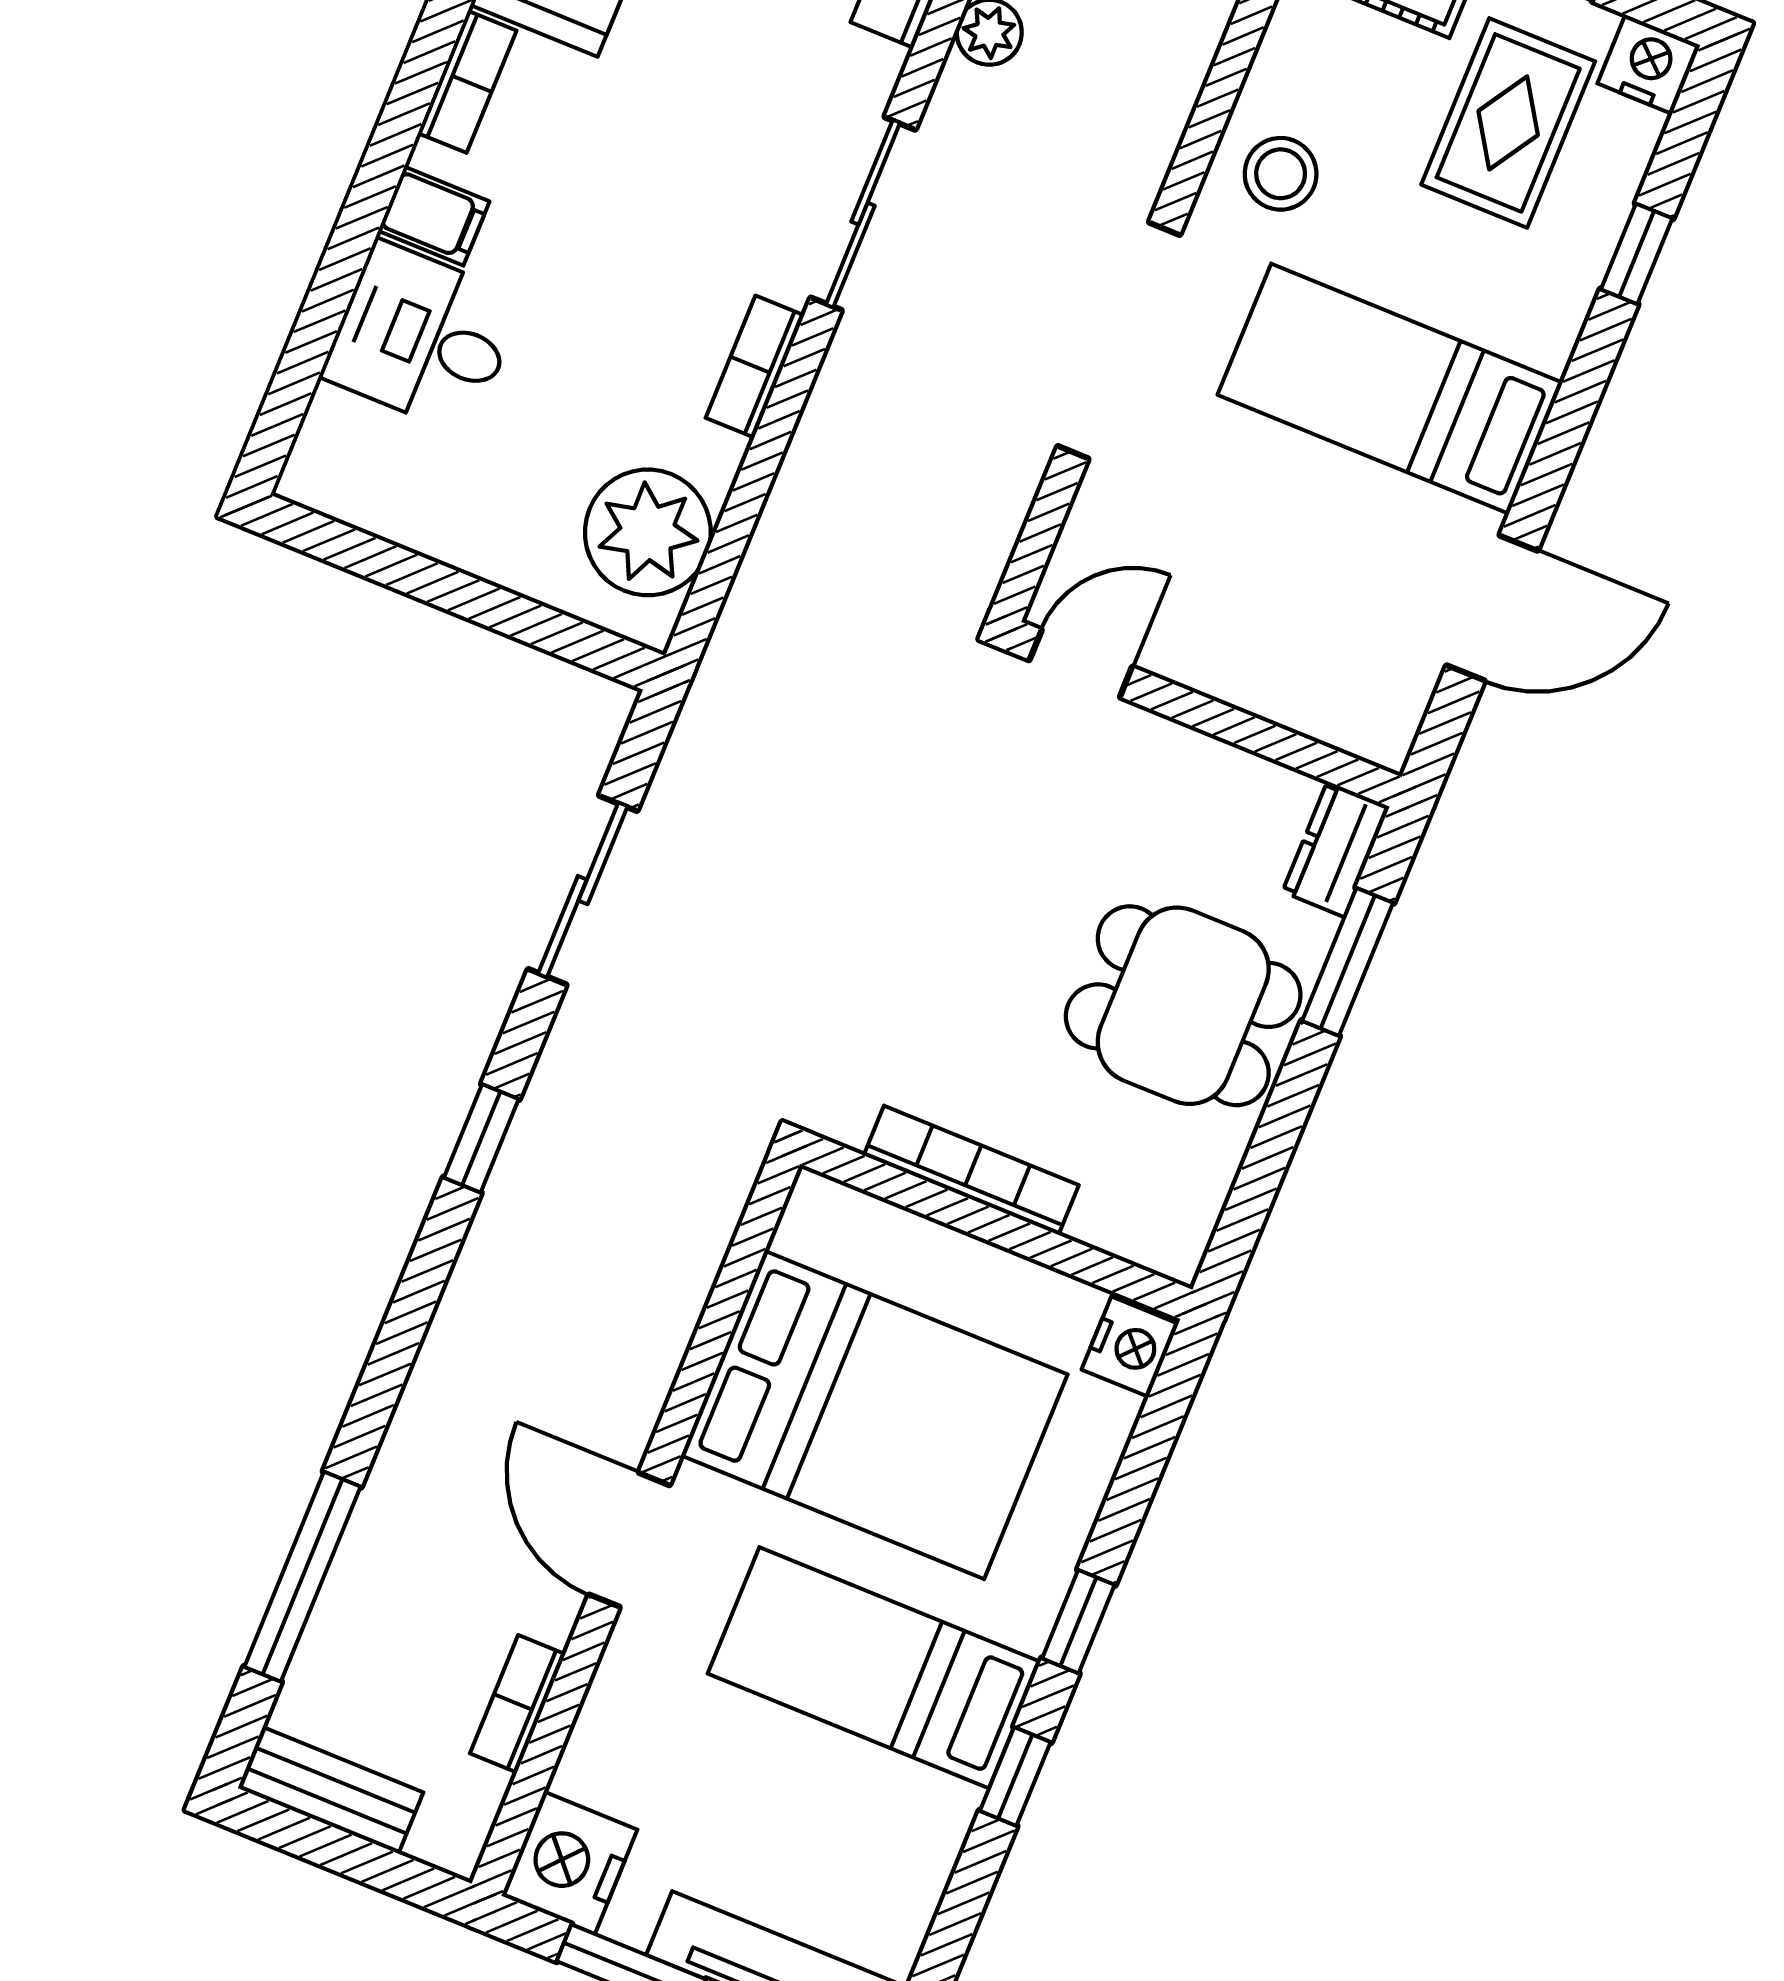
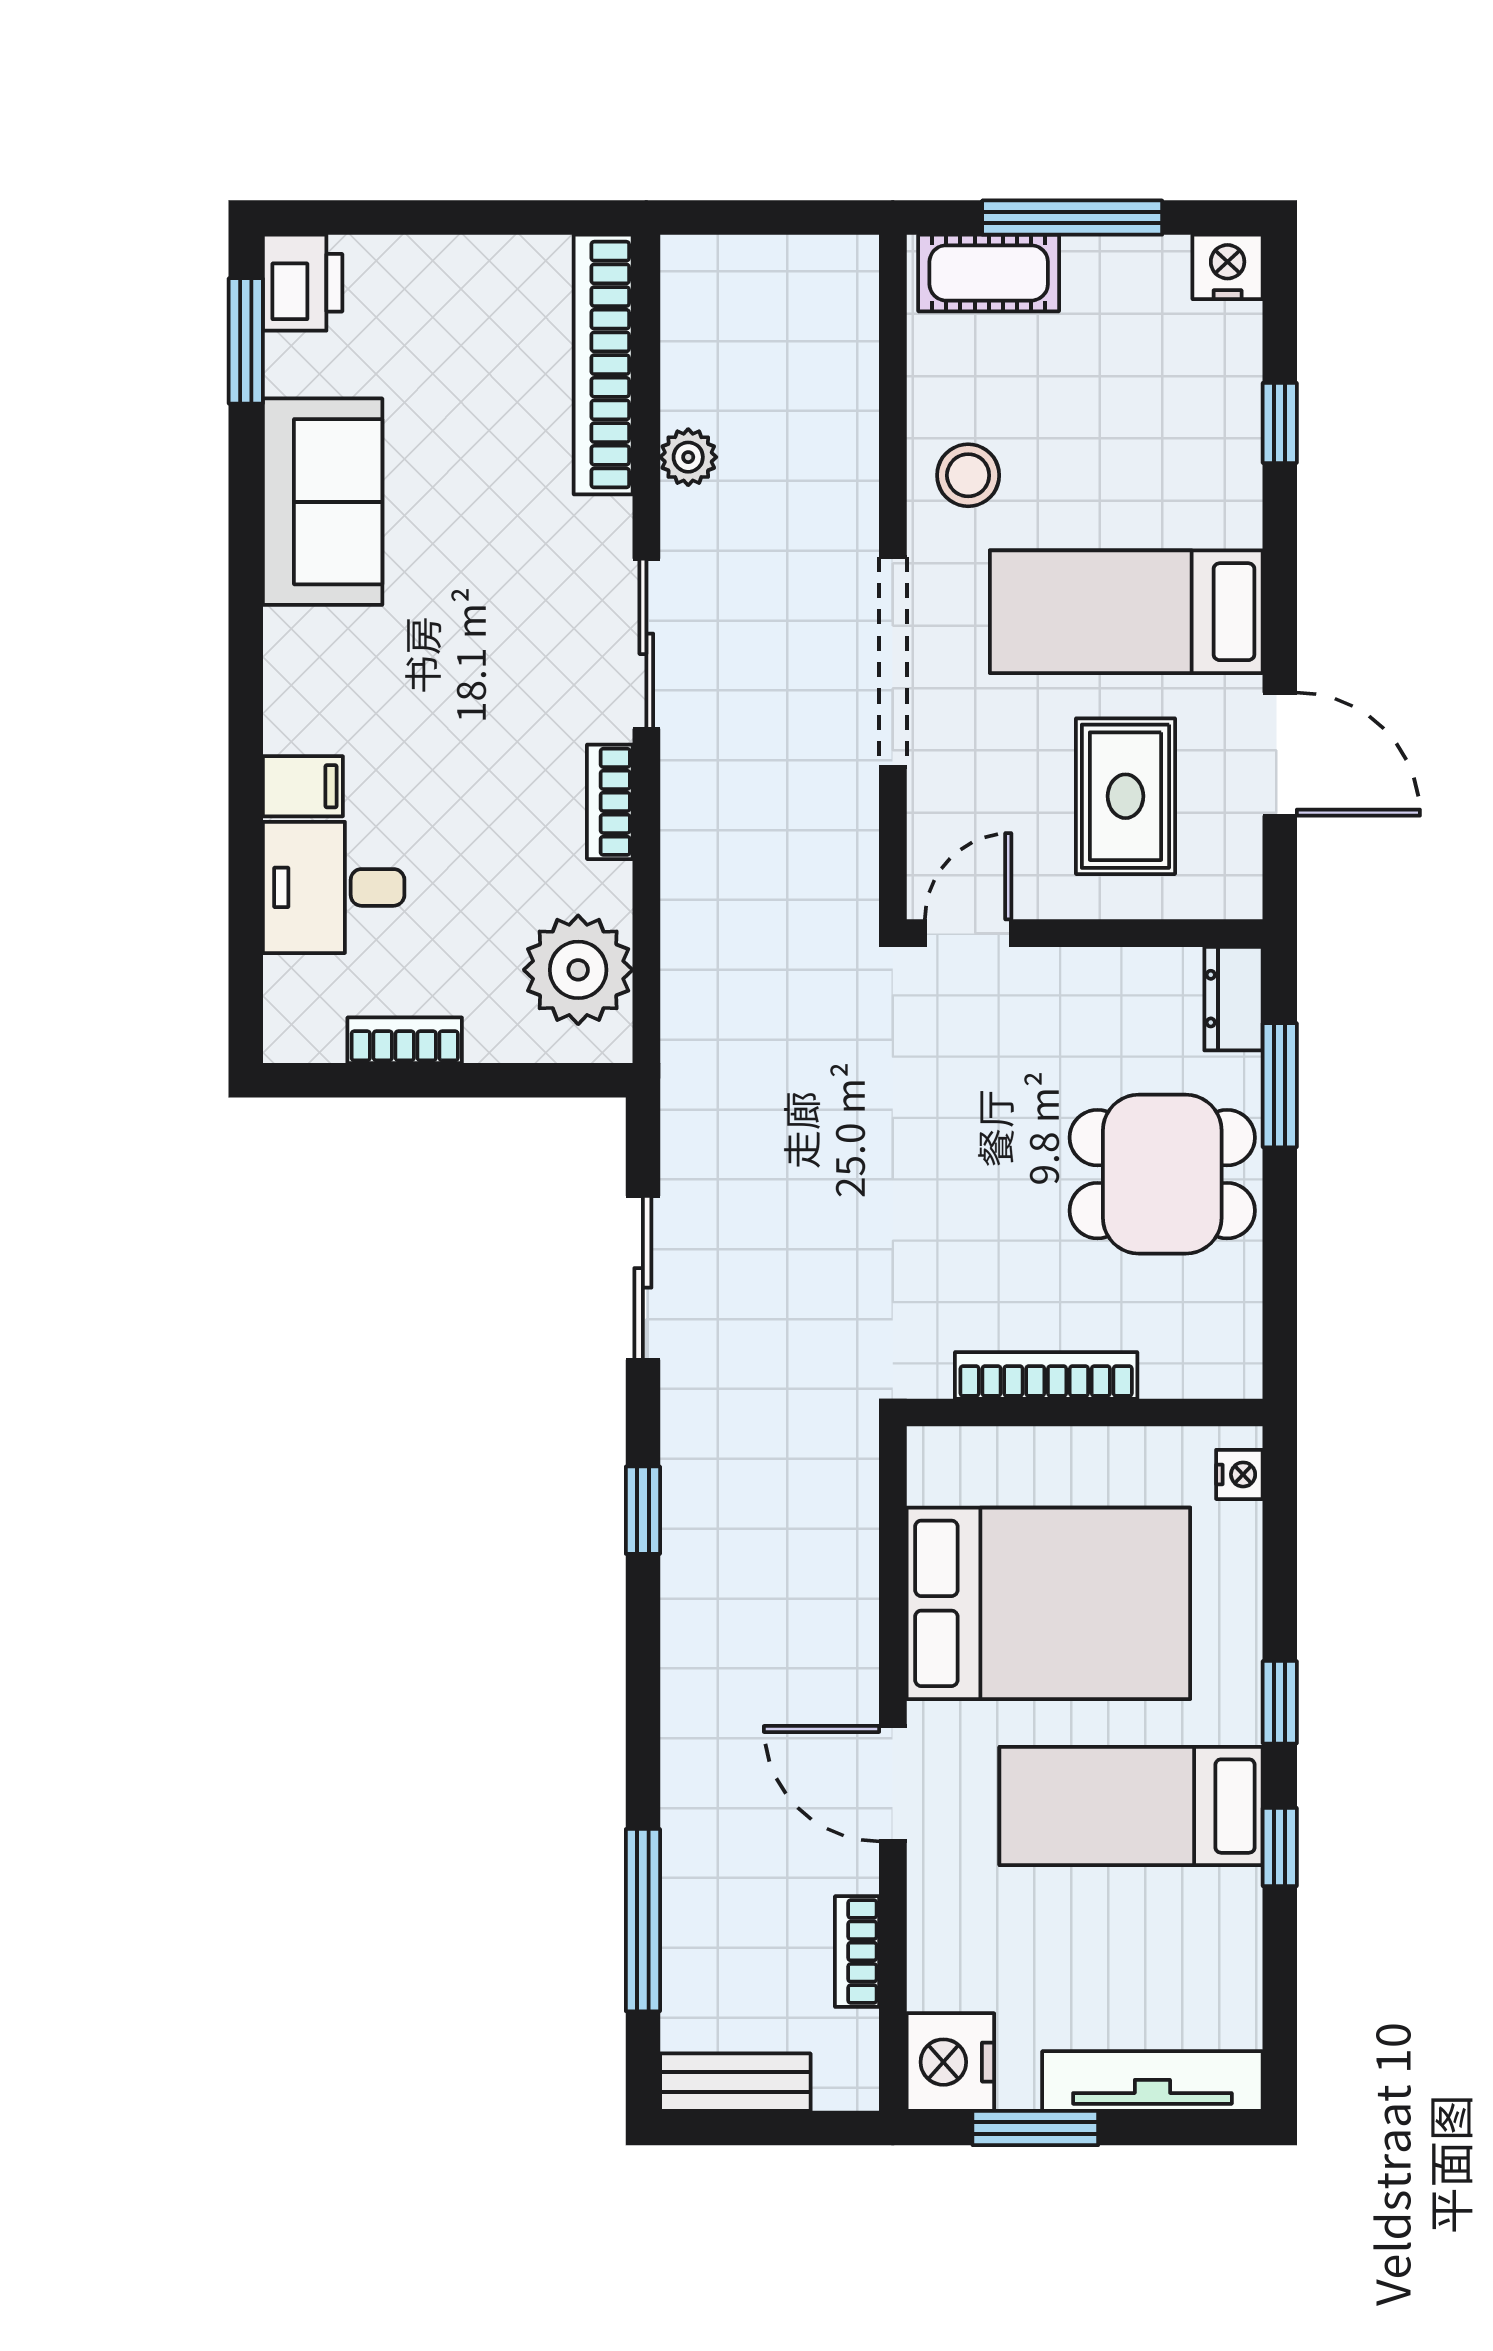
bookcase: (467, 82) -> (405, 1040), moved, turned -90
rug: (1508, 123) -> (1125, 796), moved
door: (1492, 608) -> (1280, 754), hinge flipped
nightstand: (1130, 1347) -> (1239, 1474), width x0.72, depth x0.74

